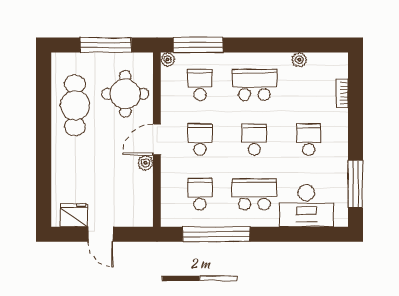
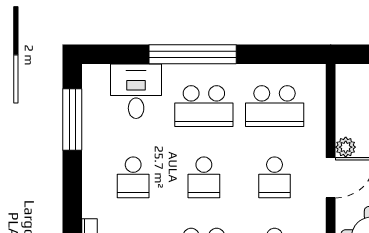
school desk: (200, 194) -> (275, 106), width x1.85
desk: (306, 206) -> (136, 91), width x0.73
window: (216, 234) -> (193, 54), moved

